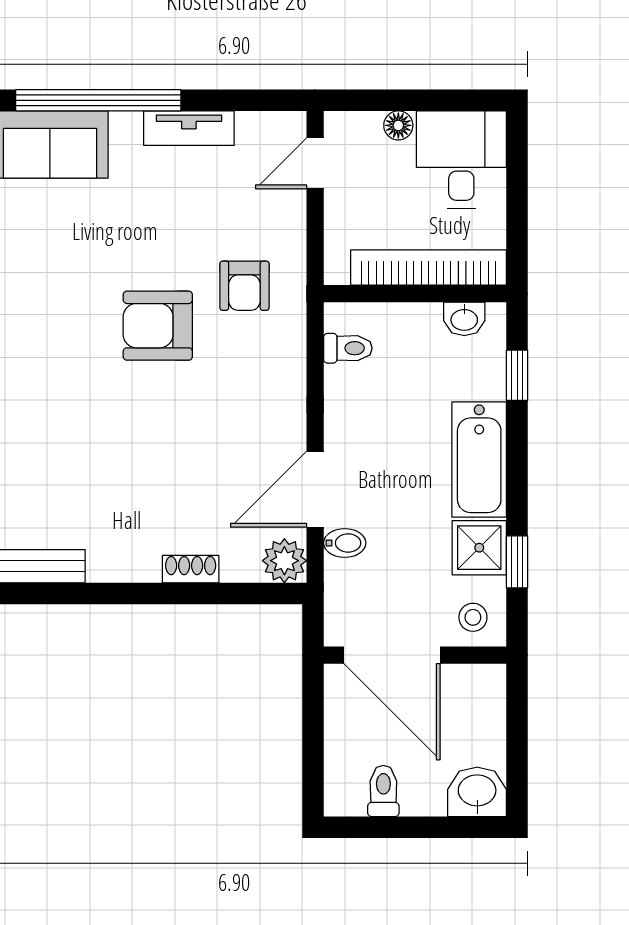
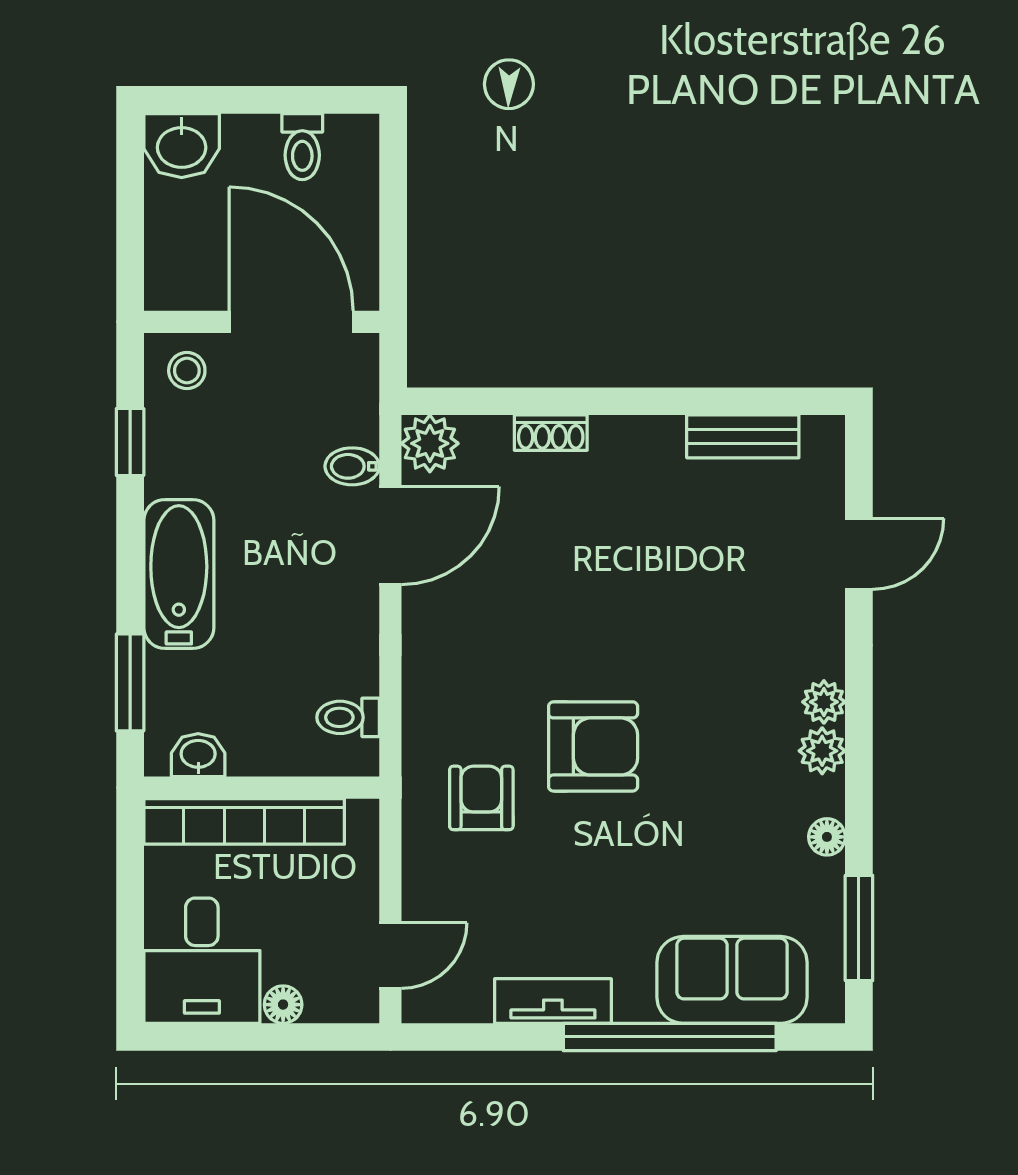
window: (517, 375) -> (130, 682), width x1.50
shower: (479, 548) -> (179, 460), removed

